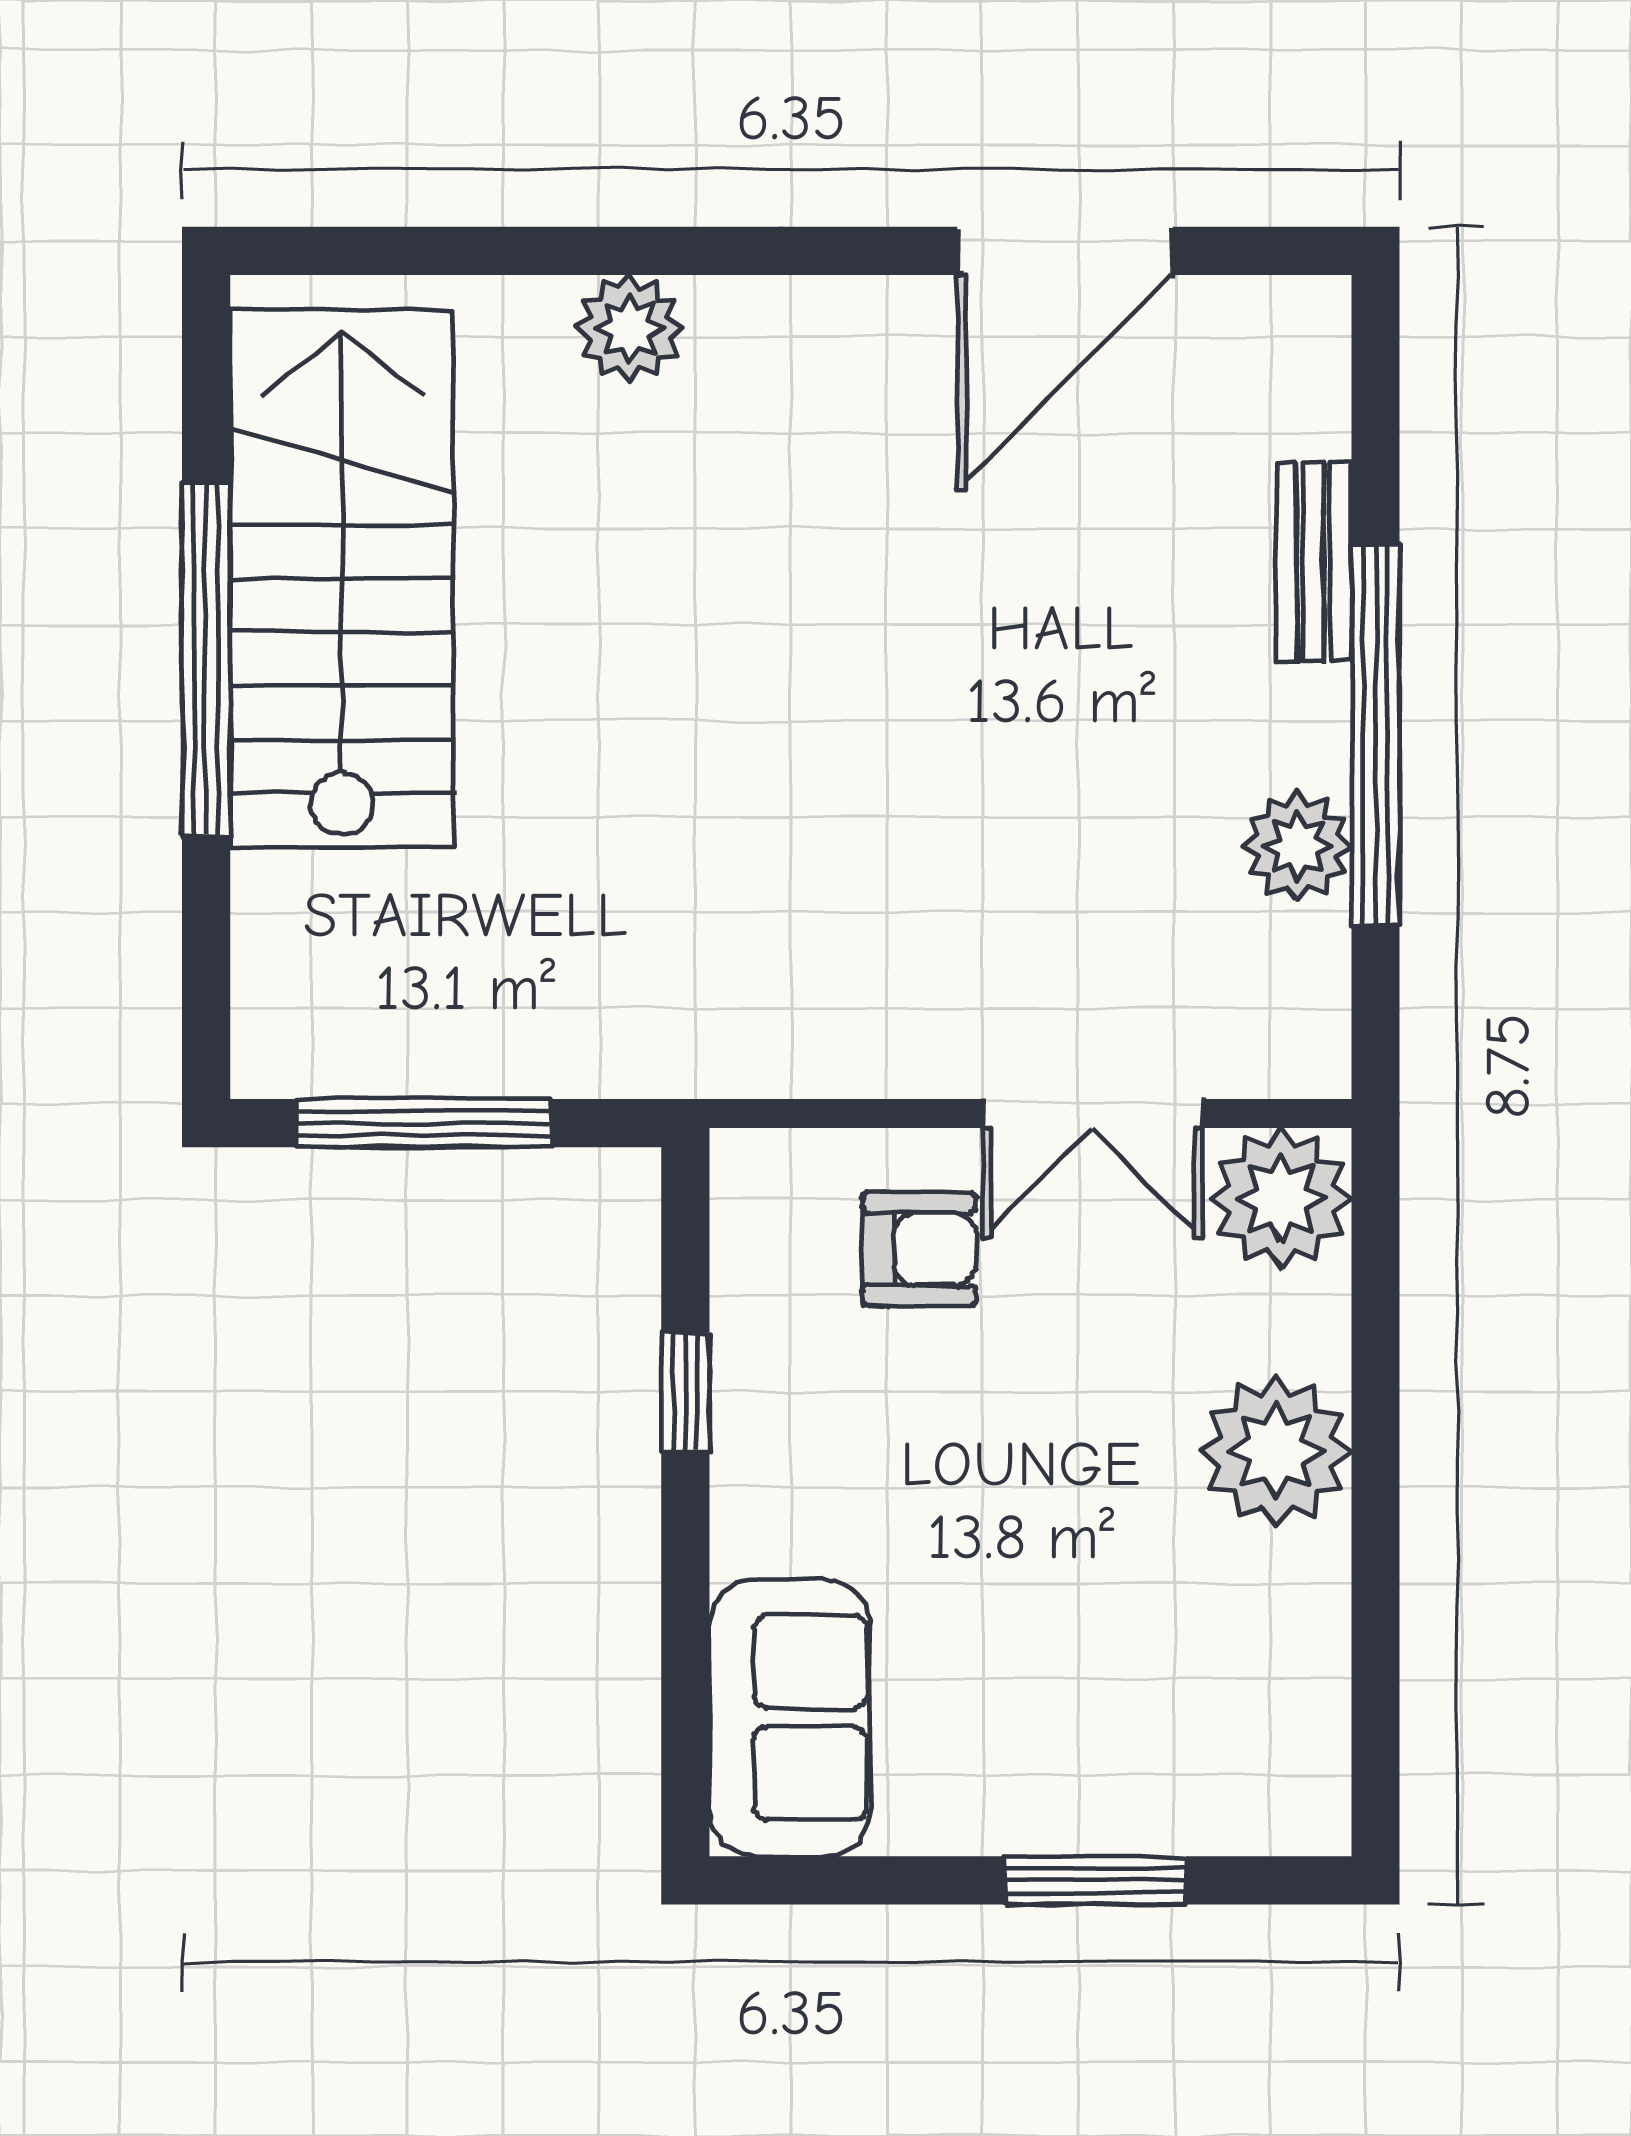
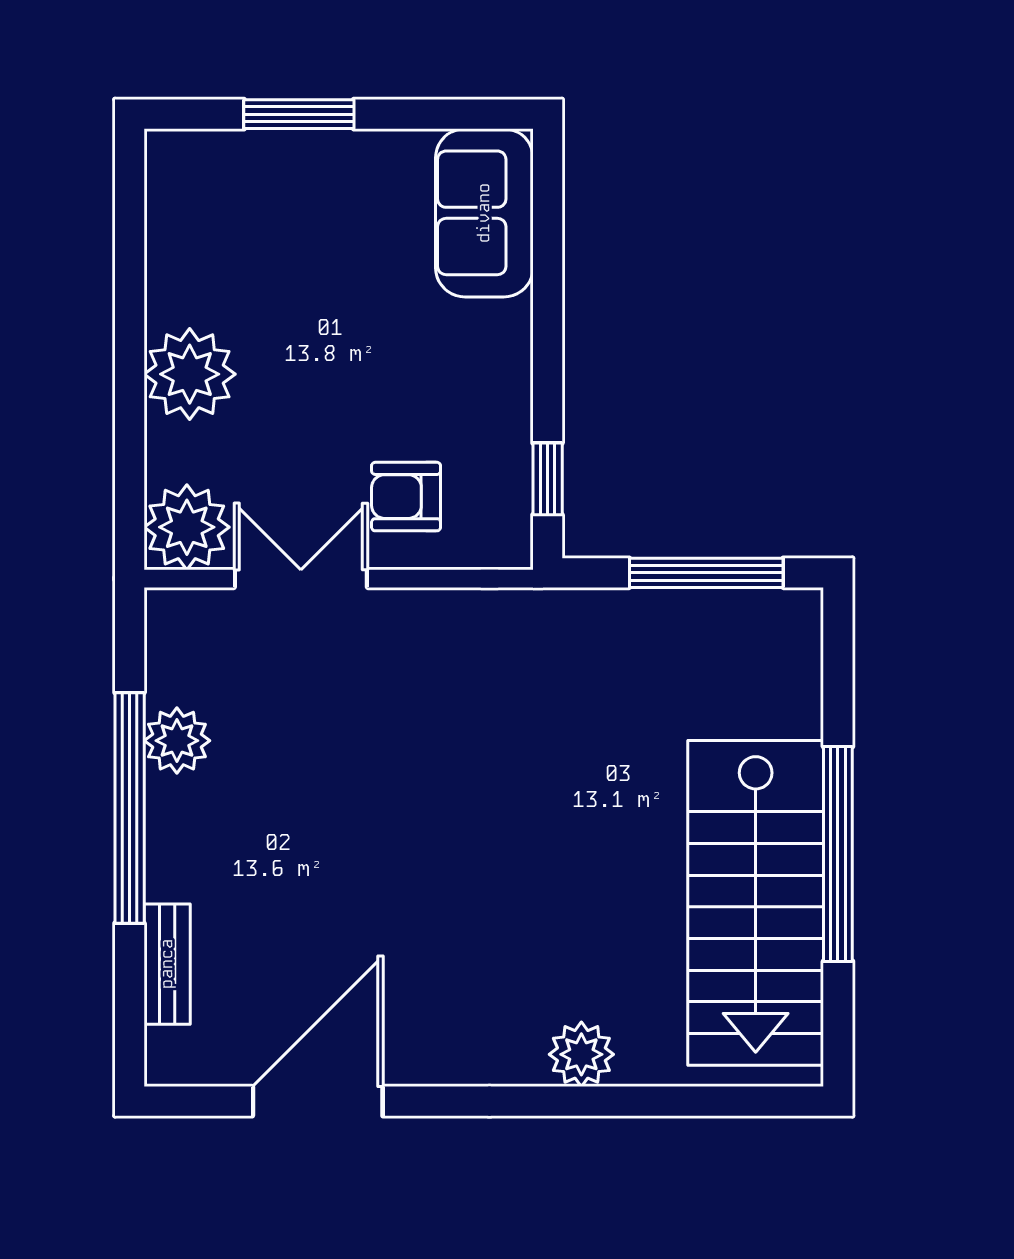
bench: (1314, 562) -> (167, 964), moved
window: (685, 1392) -> (548, 479), moved

